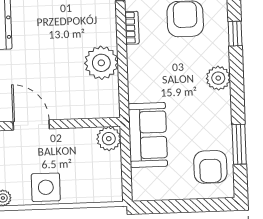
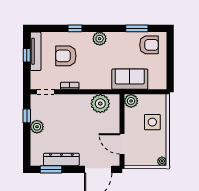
plant: (101, 63) -> (100, 104), moved
door: (31, 125) -> (122, 144), hinge flipped
side table: (46, 187) -> (152, 122), moved

